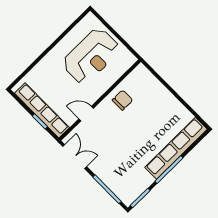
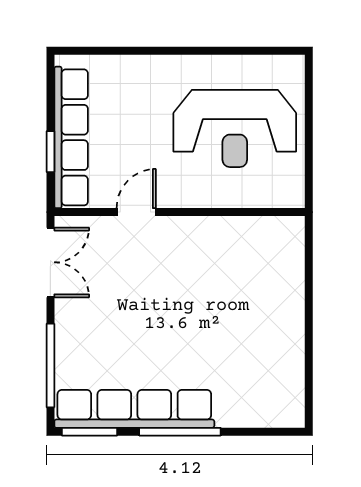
chair: (122, 100) -> (215, 248), removed
door: (86, 114) -> (136, 212), hinge flipped
row of seats: (176, 148) -> (134, 409), moved

